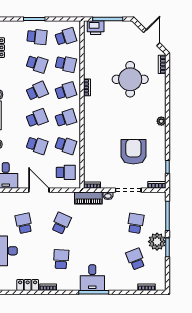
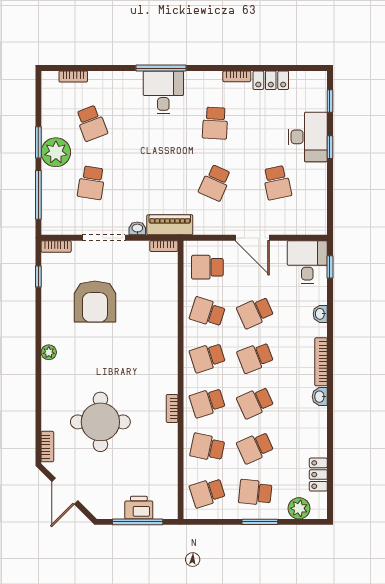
plant: (11, 27) -> (299, 508), added
printer: (96, 28) -> (139, 508), moved
school desk: (37, 64) -> (255, 447), turned -42
school desk: (37, 145) -> (255, 312), turned -42

